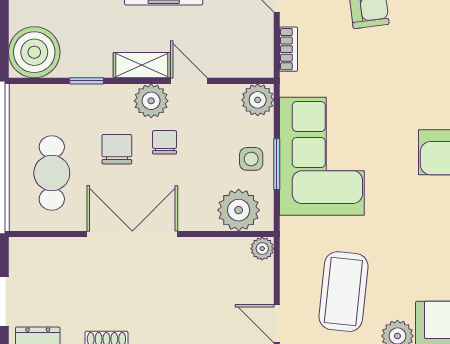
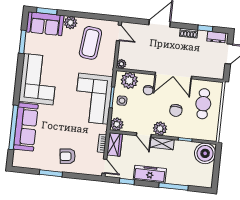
wardrobe: (258, 50) -> (115, 144), added
chair: (165, 142) -> (148, 90), moved

